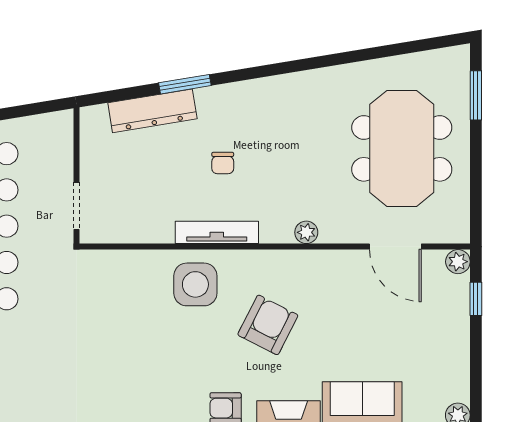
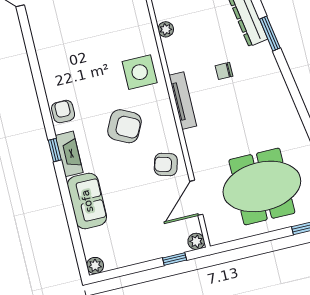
tv unit: (217, 232) -> (183, 101), moved
plant: (306, 232) -> (166, 29), moved
armchair: (337, 279) -> (166, 164), added

